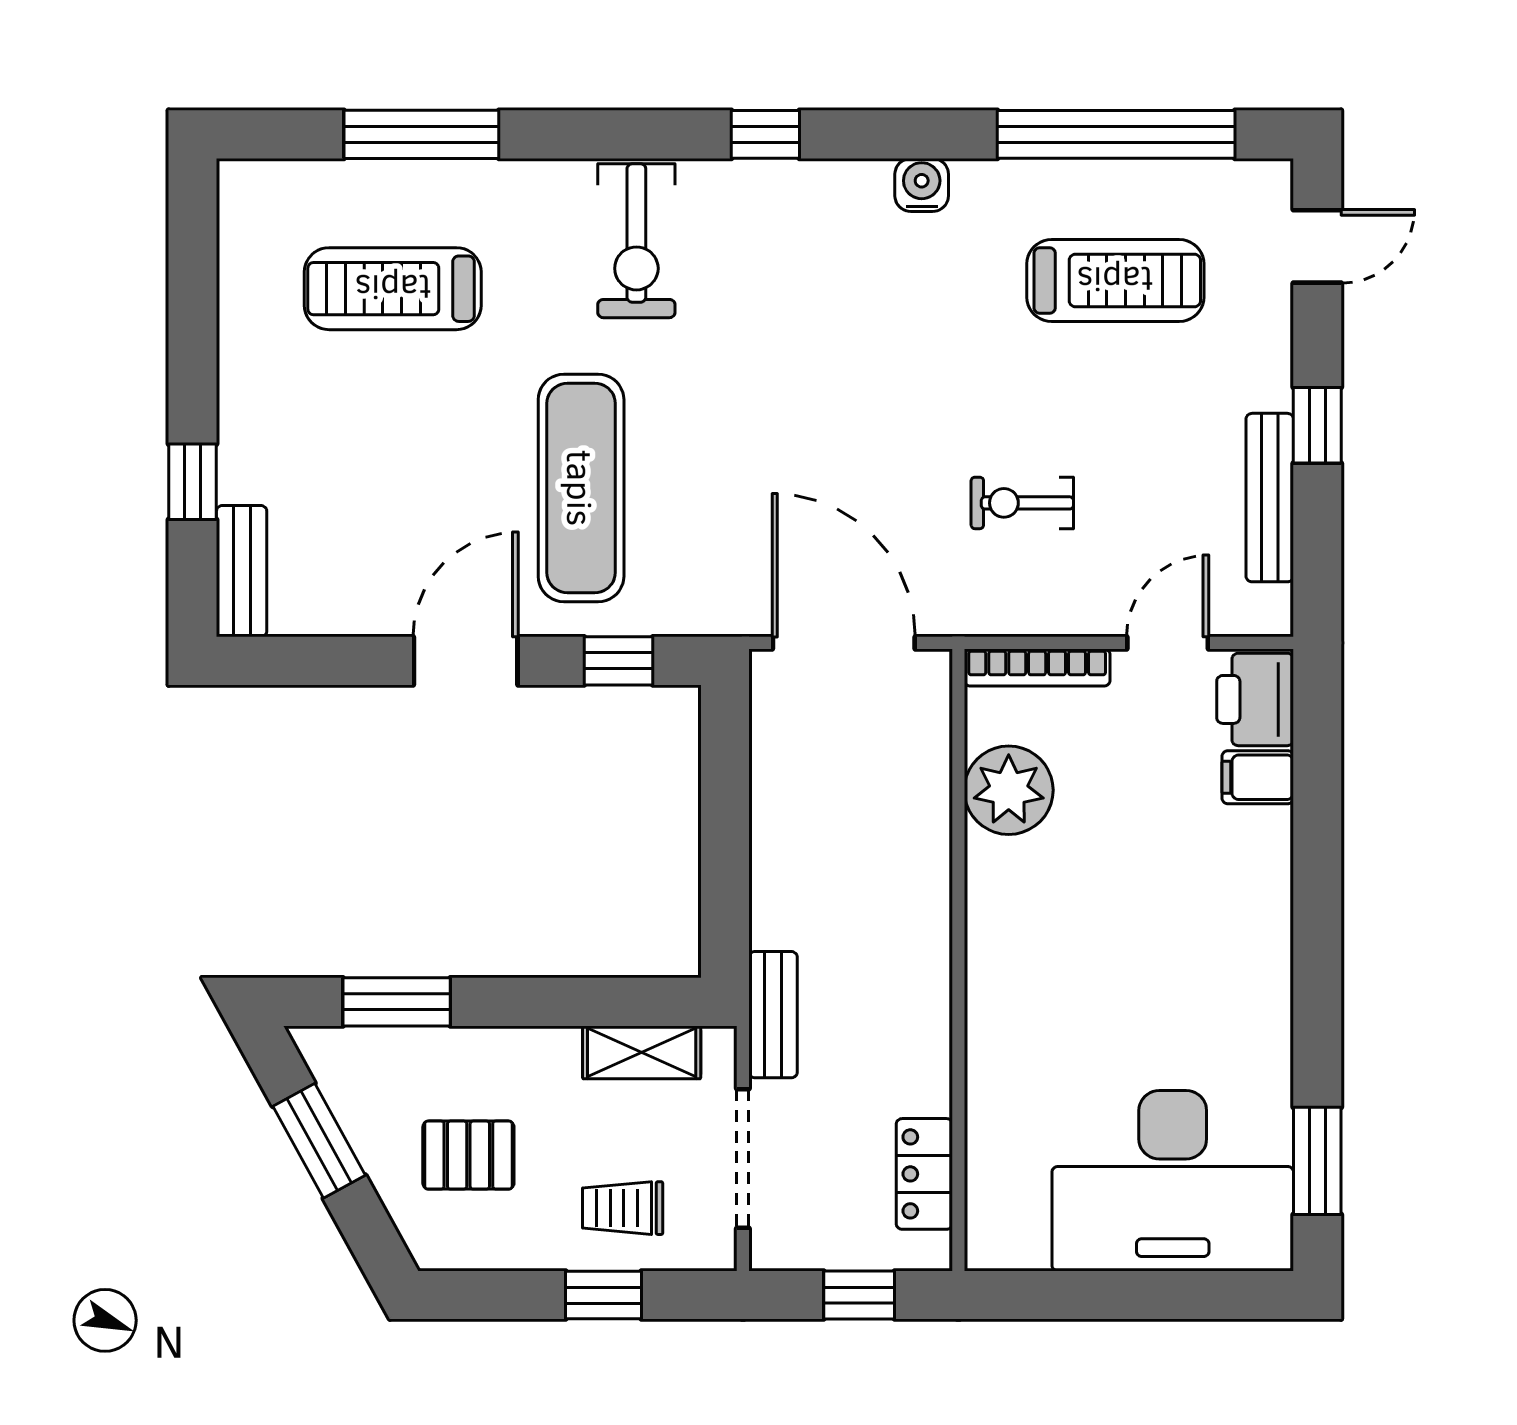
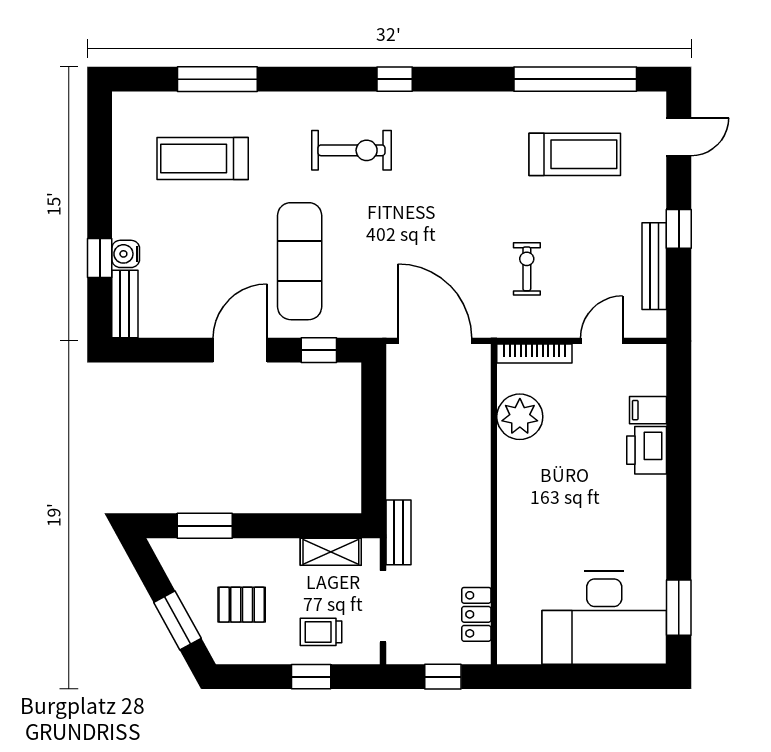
water cooler: (922, 185) -> (126, 254), moved, turned -90
exercise bike: (636, 241) -> (351, 150), moved, turned -90
exercise bike: (1022, 503) -> (527, 269), turned 90
printer: (1255, 699) -> (647, 450), moved
window: (319, 1141) -> (177, 620), moved

